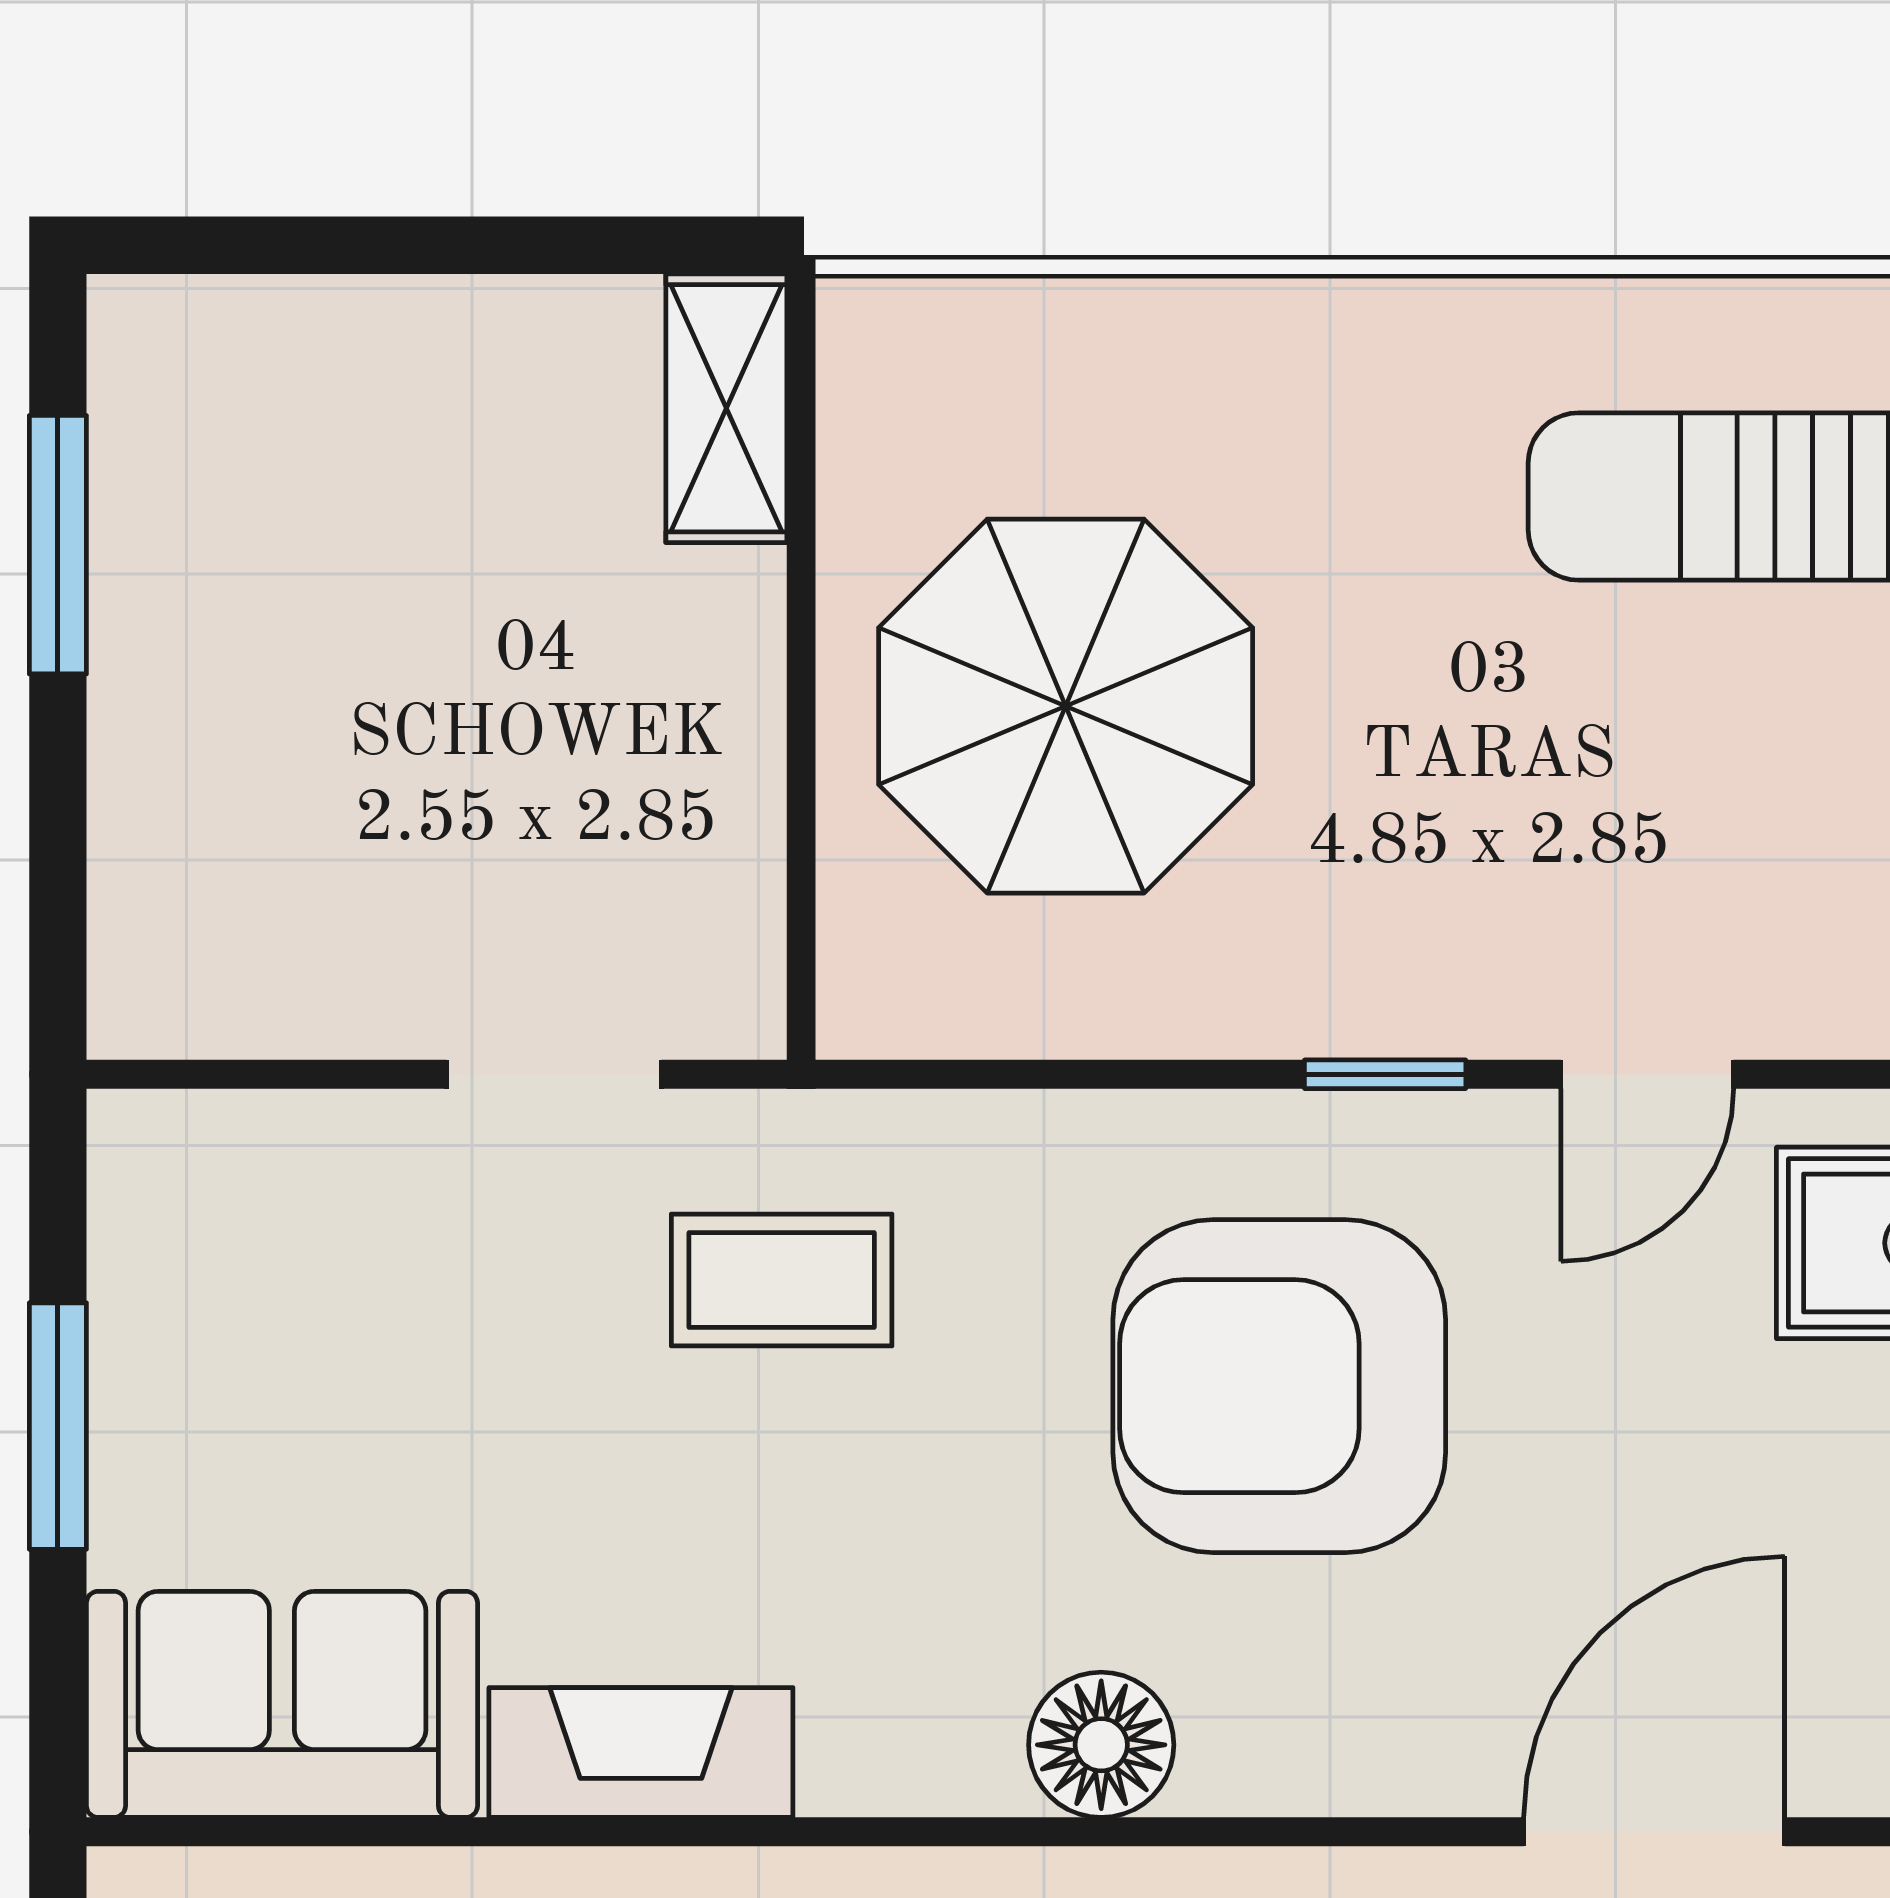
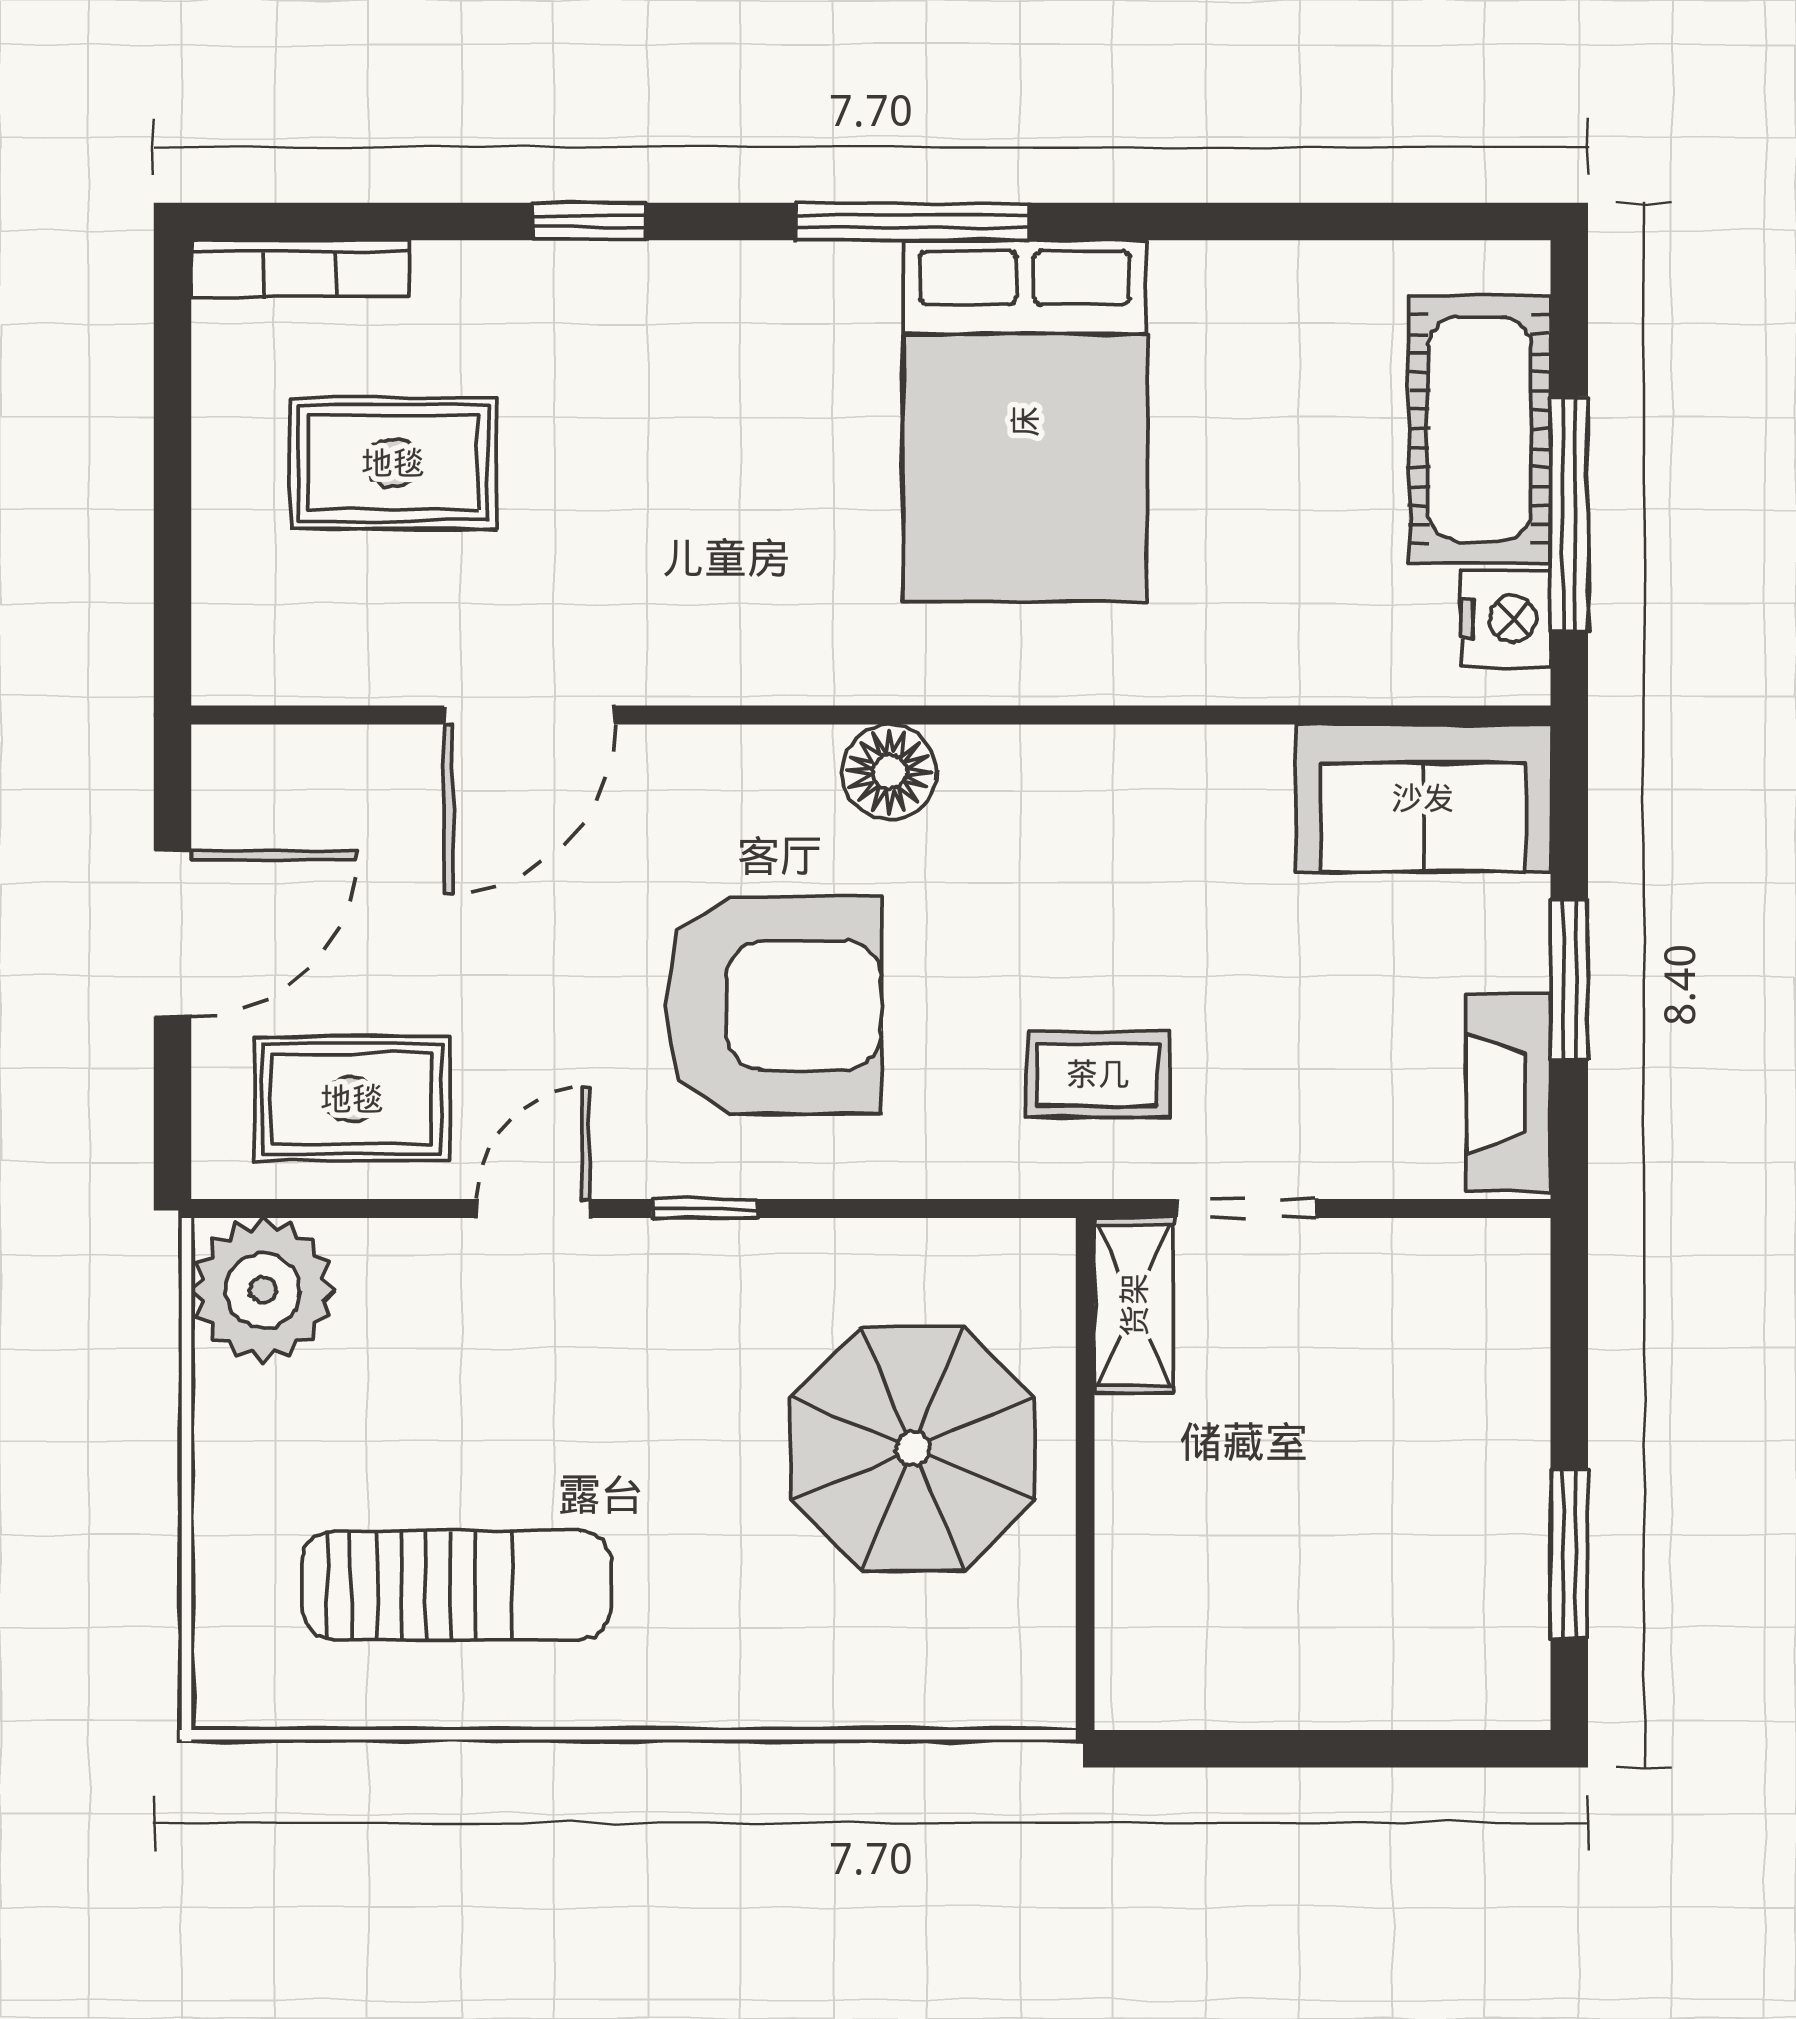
shelving: (726, 408) -> (1134, 1305), moved
fireplace: (641, 1752) -> (1508, 1093), moved, turned 90

